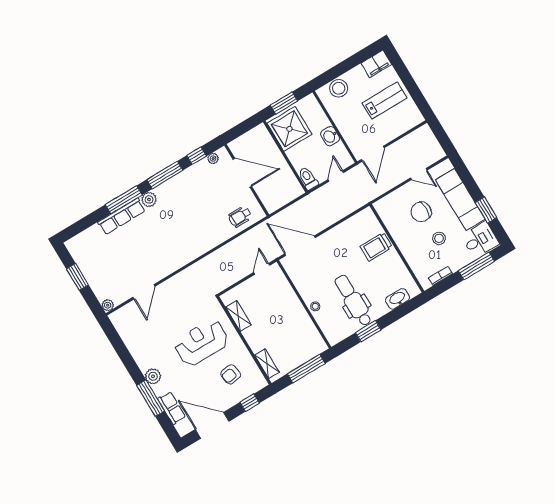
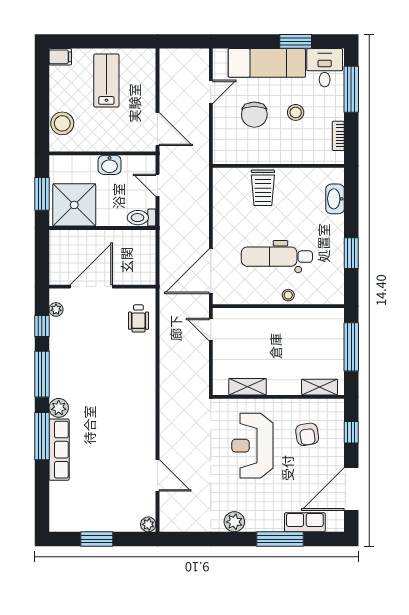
filing cabinet: (376, 64) -> (60, 57), width x0.50
dental chair: (353, 300) -> (277, 257), moved
plant: (153, 376) -> (234, 522), moved

